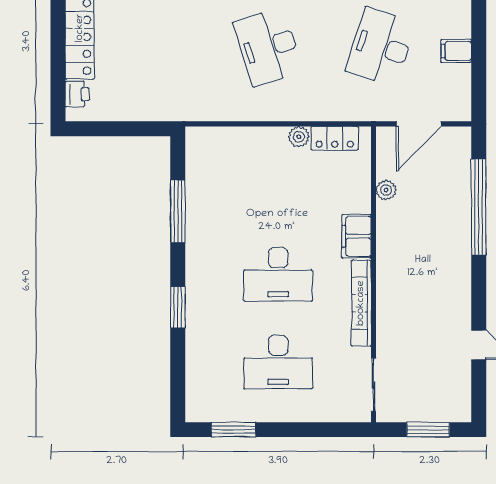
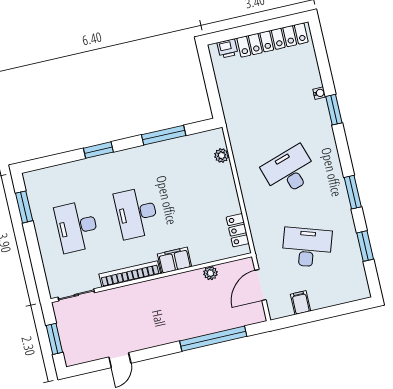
filing cabinet: (456, 51) -> (301, 303), moved
door: (419, 124) -> (260, 285), hinge flipped
plant: (299, 137) -> (222, 155), moved

